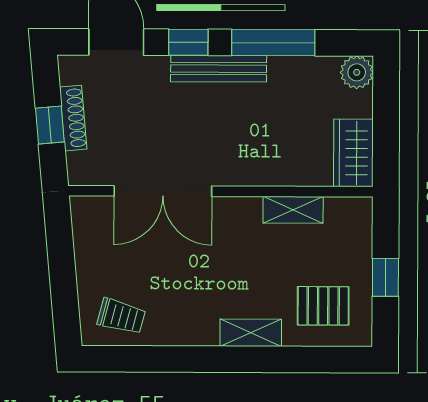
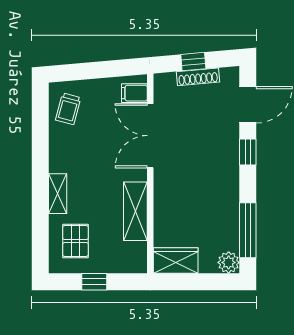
window: (273, 43) -> (248, 230), moved
bench: (219, 69) -> (231, 172), removed
shelving: (293, 210) -> (135, 211), width x1.50, depth x1.33
filing cabinet: (98, 215) -> (134, 93), added

